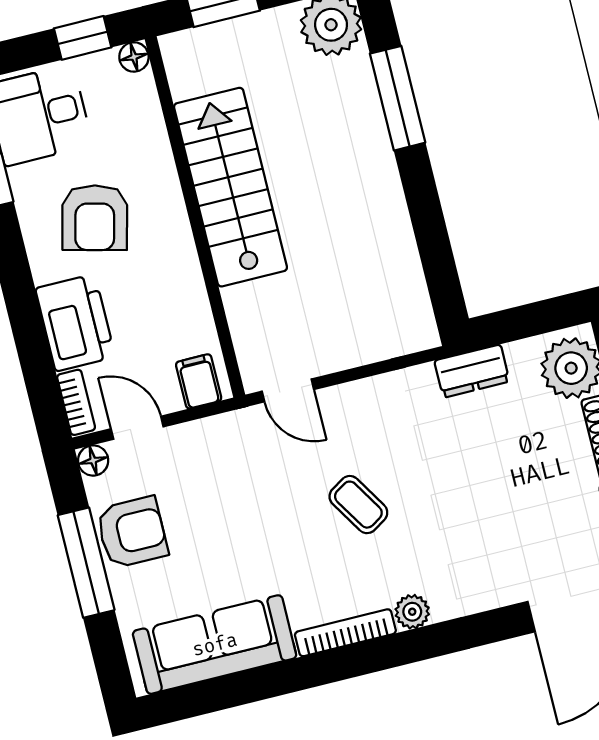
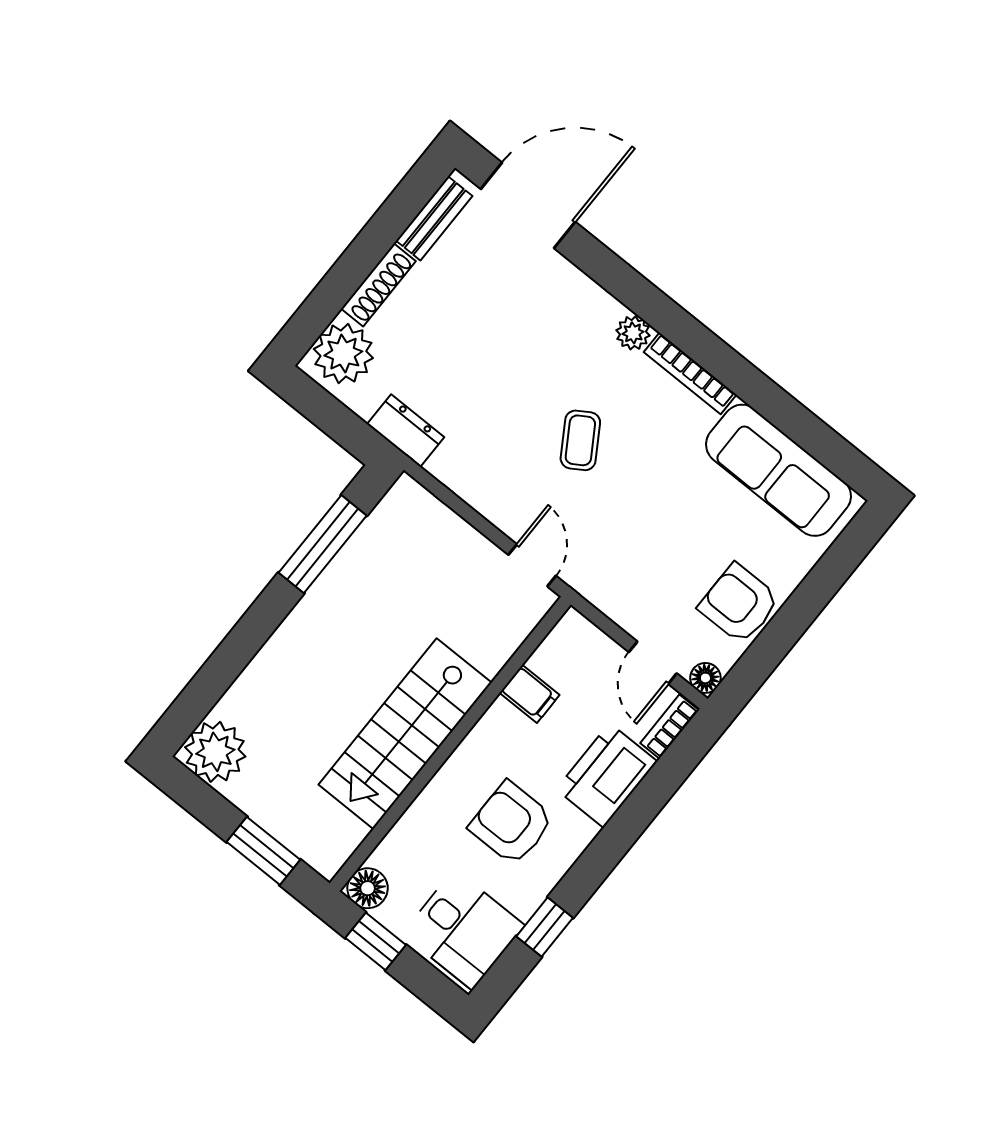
floor lamp: (134, 57) -> (368, 888), width x1.37, depth x1.37
window: (398, 98) -> (323, 544), moved
armchair: (95, 218) -> (511, 823), turned -104
filing cabinet: (199, 381) -> (530, 694), moved, turned -90
window: (86, 563) -> (791, 622), removed

